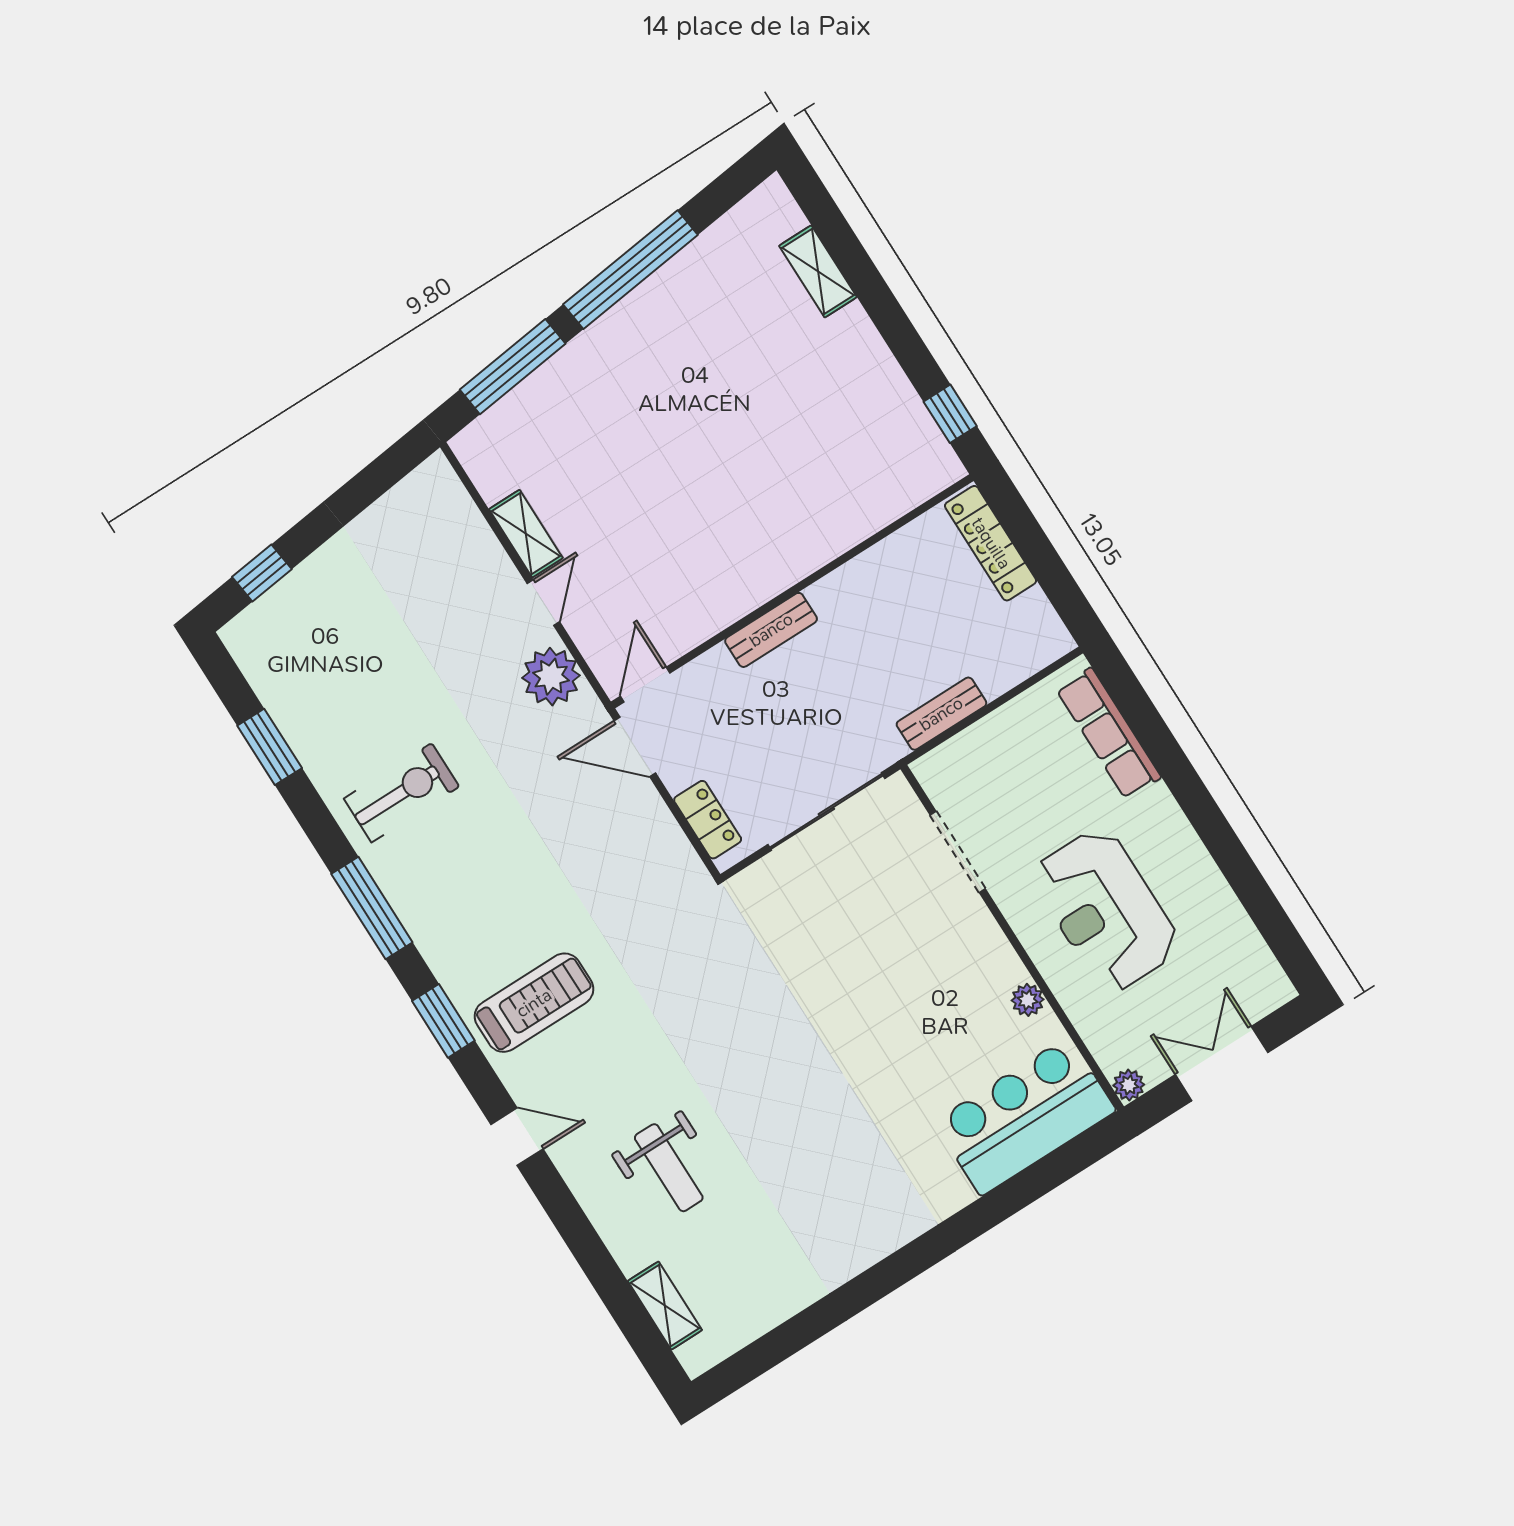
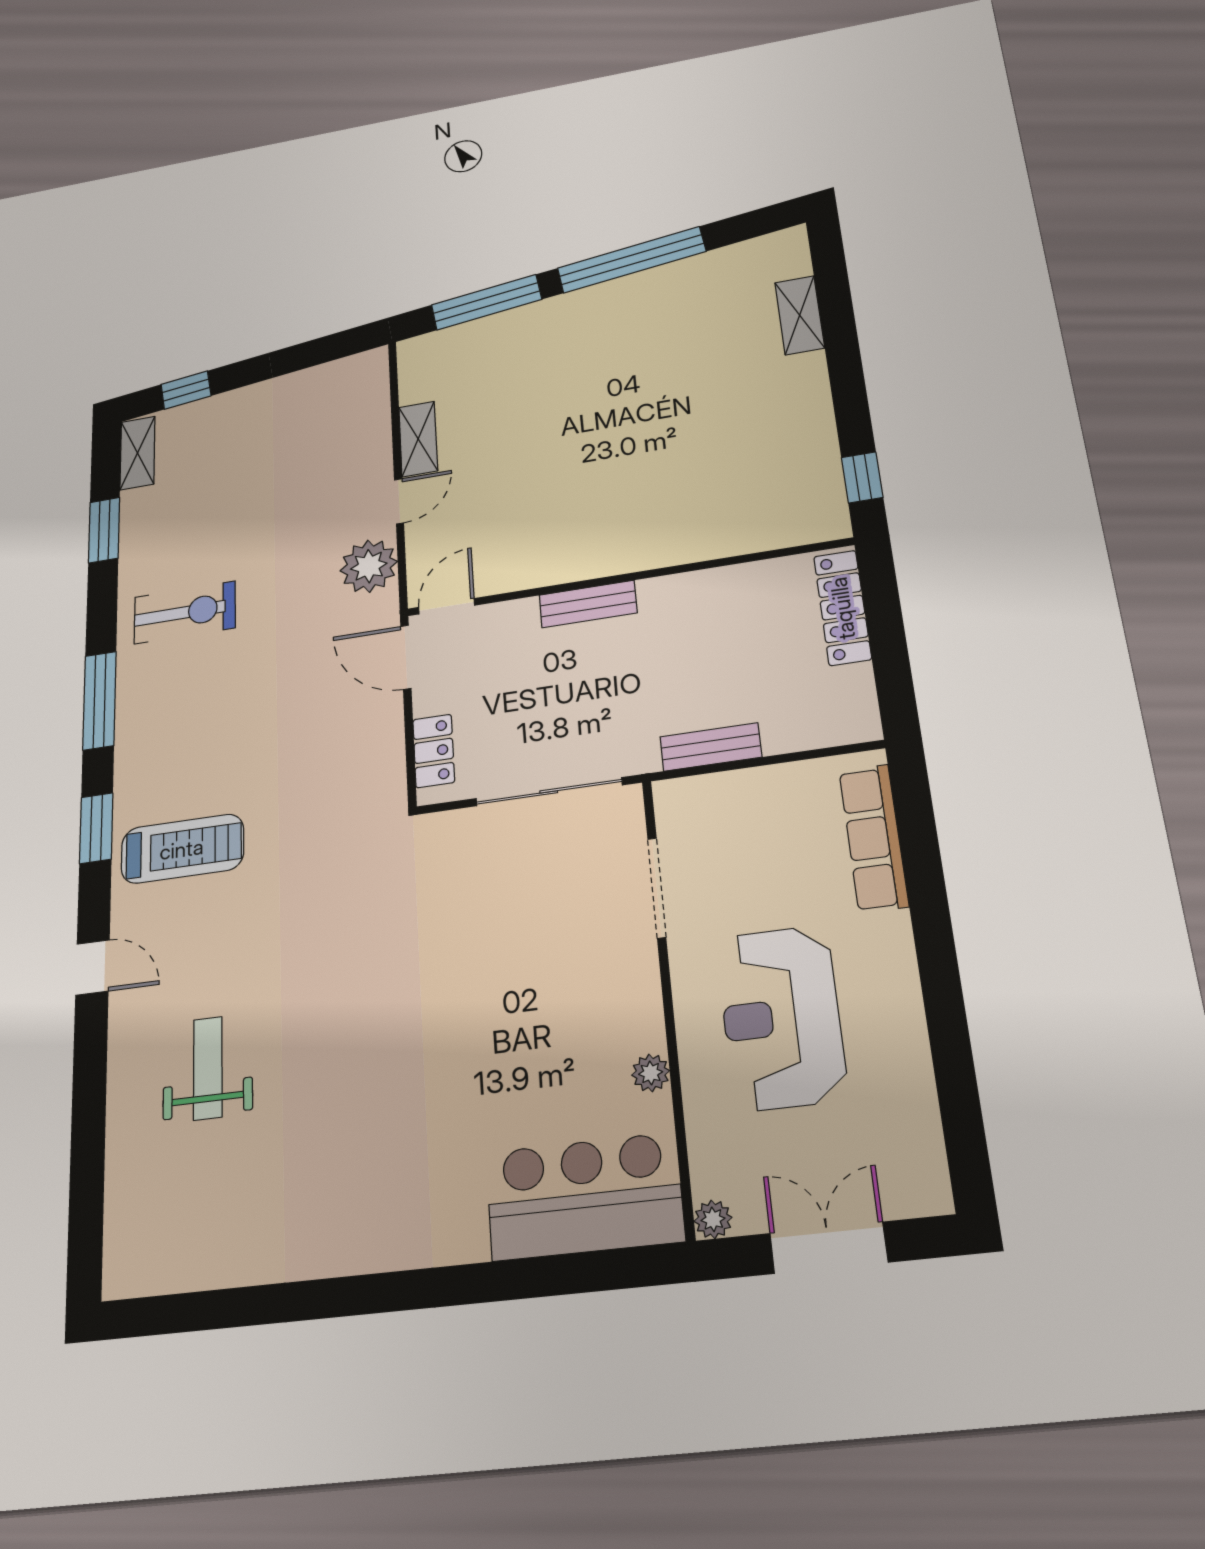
weight bench: (669, 1168) -> (208, 1068), turned 180
shelving: (665, 1306) -> (137, 453), moved

